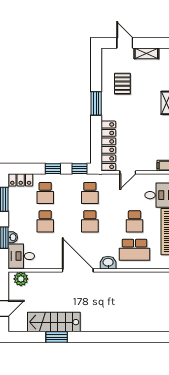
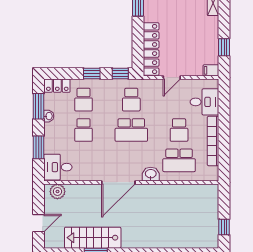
school desk: (90, 221) -> (131, 130), width x1.85
washbasin: (13, 237) -> (49, 116), moved
door: (78, 270) -> (118, 182), swing flipped

